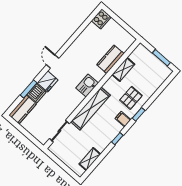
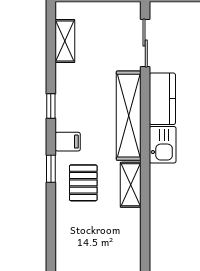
kitchen counter: (110, 59) -> (162, 99), moved
shelving: (123, 69) -> (131, 185), moved

